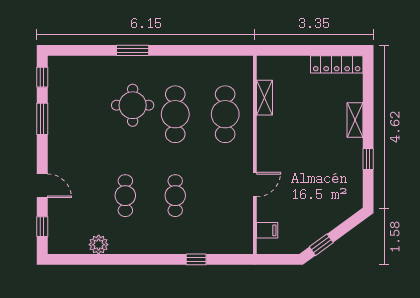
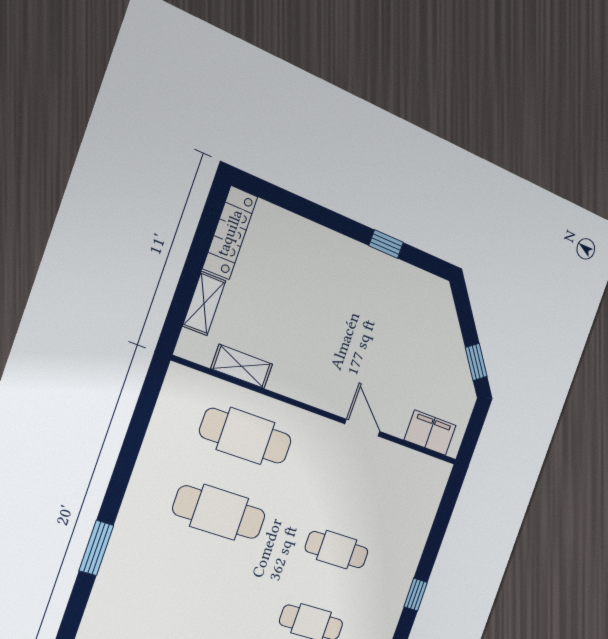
round table: (133, 105) -> (183, 573), removed
shelving: (355, 120) -> (204, 303), moved, turned 90
filing cabinet: (267, 230) -> (430, 433), width x2.00
window: (196, 259) -> (416, 595), moved

